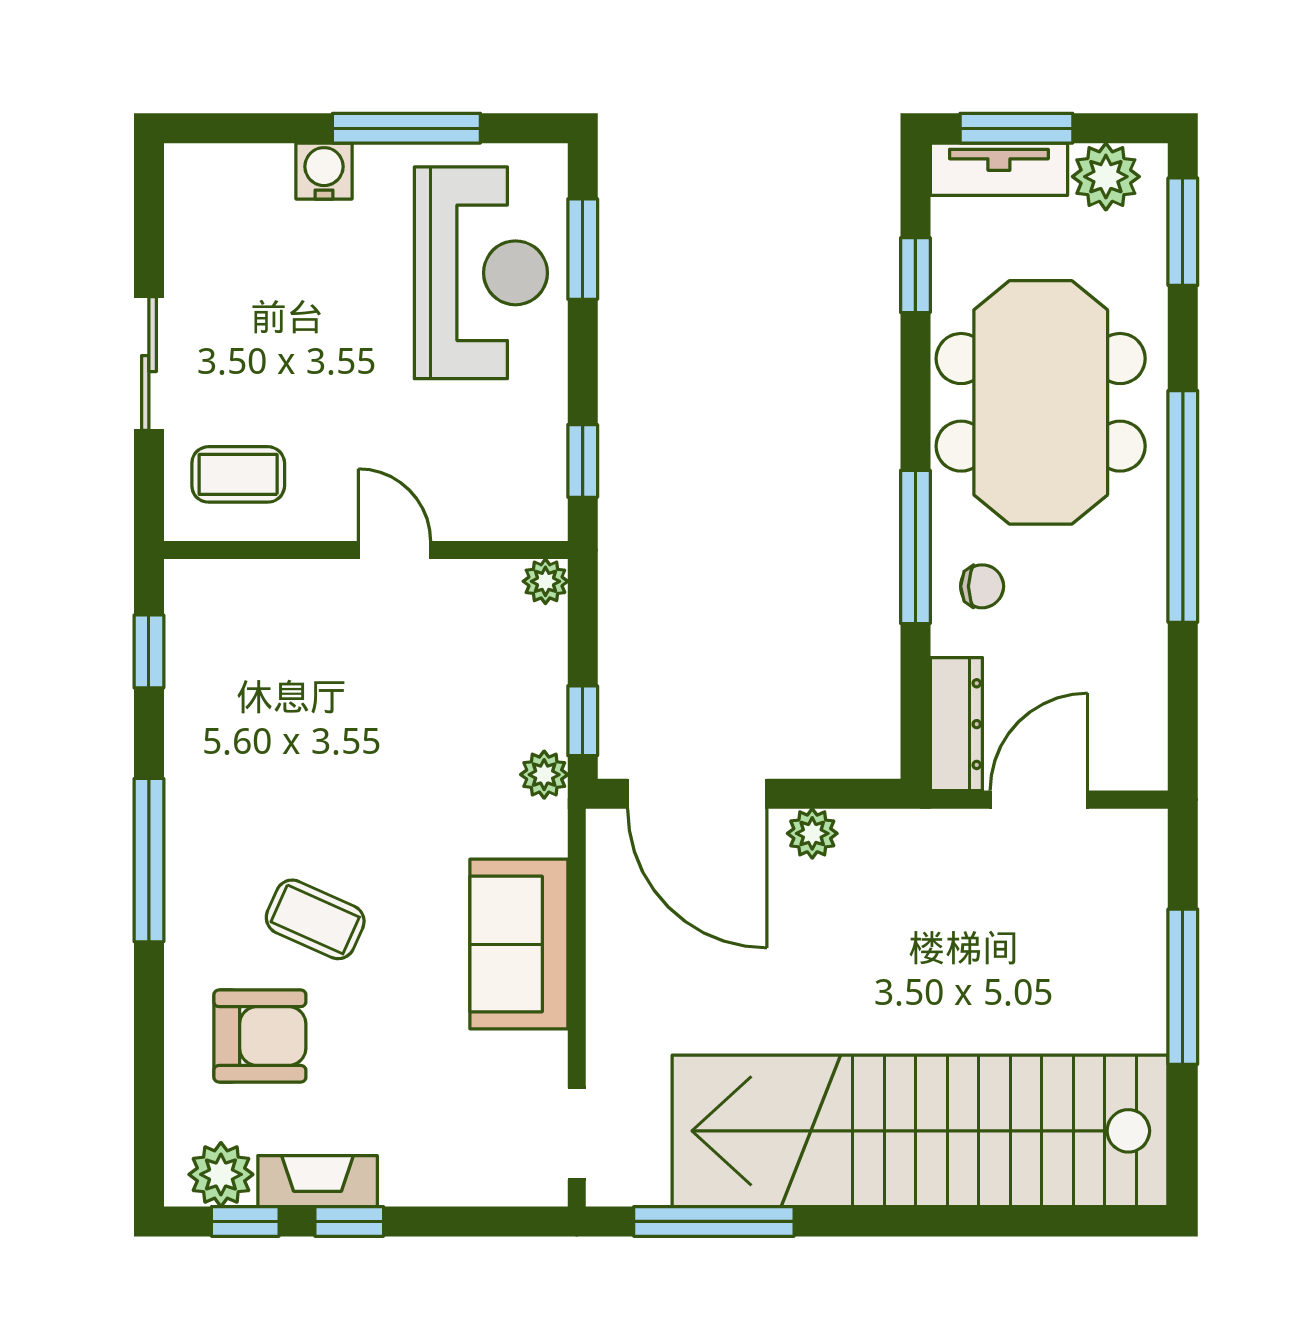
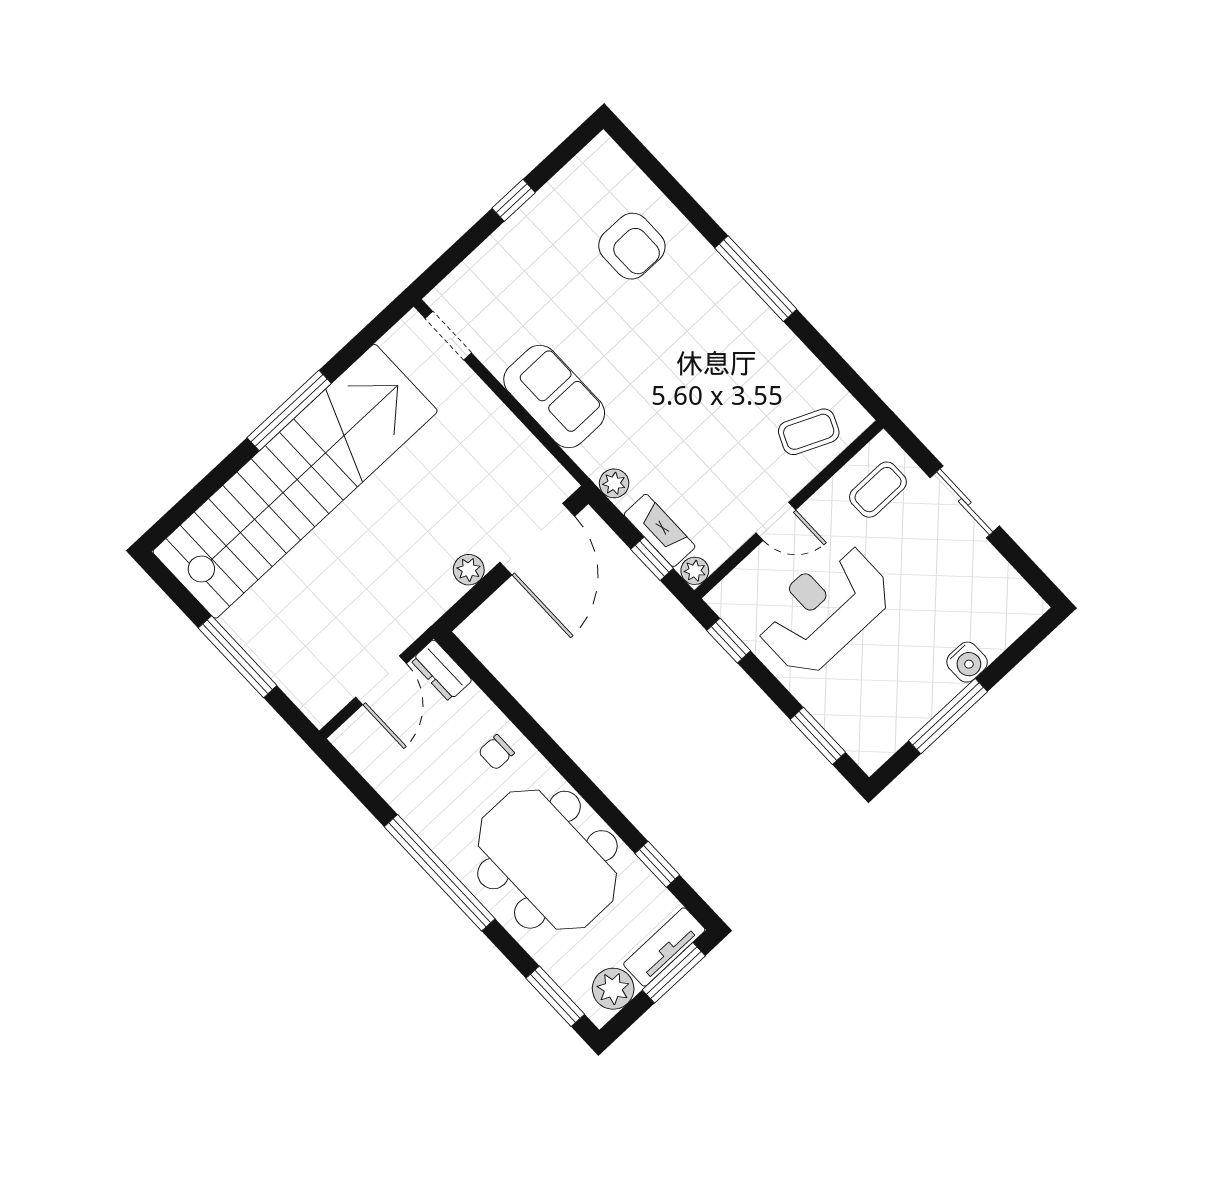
reception desk: (481, 273) -> (824, 609), moved, turned 90
window: (915, 547) -> (543, 742), removed
window: (149, 651) -> (844, 372), removed
window: (583, 721) -> (652, 559), moved
dresser: (956, 724) -> (441, 670), width x0.70
door: (697, 794) -> (537, 539), swing flipped
coffee table: (315, 919) -> (809, 432), moved
armchair: (260, 1036) -> (632, 246), turned -90
plant: (221, 1174) -> (591, 167), removed
fireplace: (318, 1181) -> (660, 530), moved, turned -90
window: (245, 1221) -> (560, 157), removed
window: (714, 1221) -> (289, 410), moved

